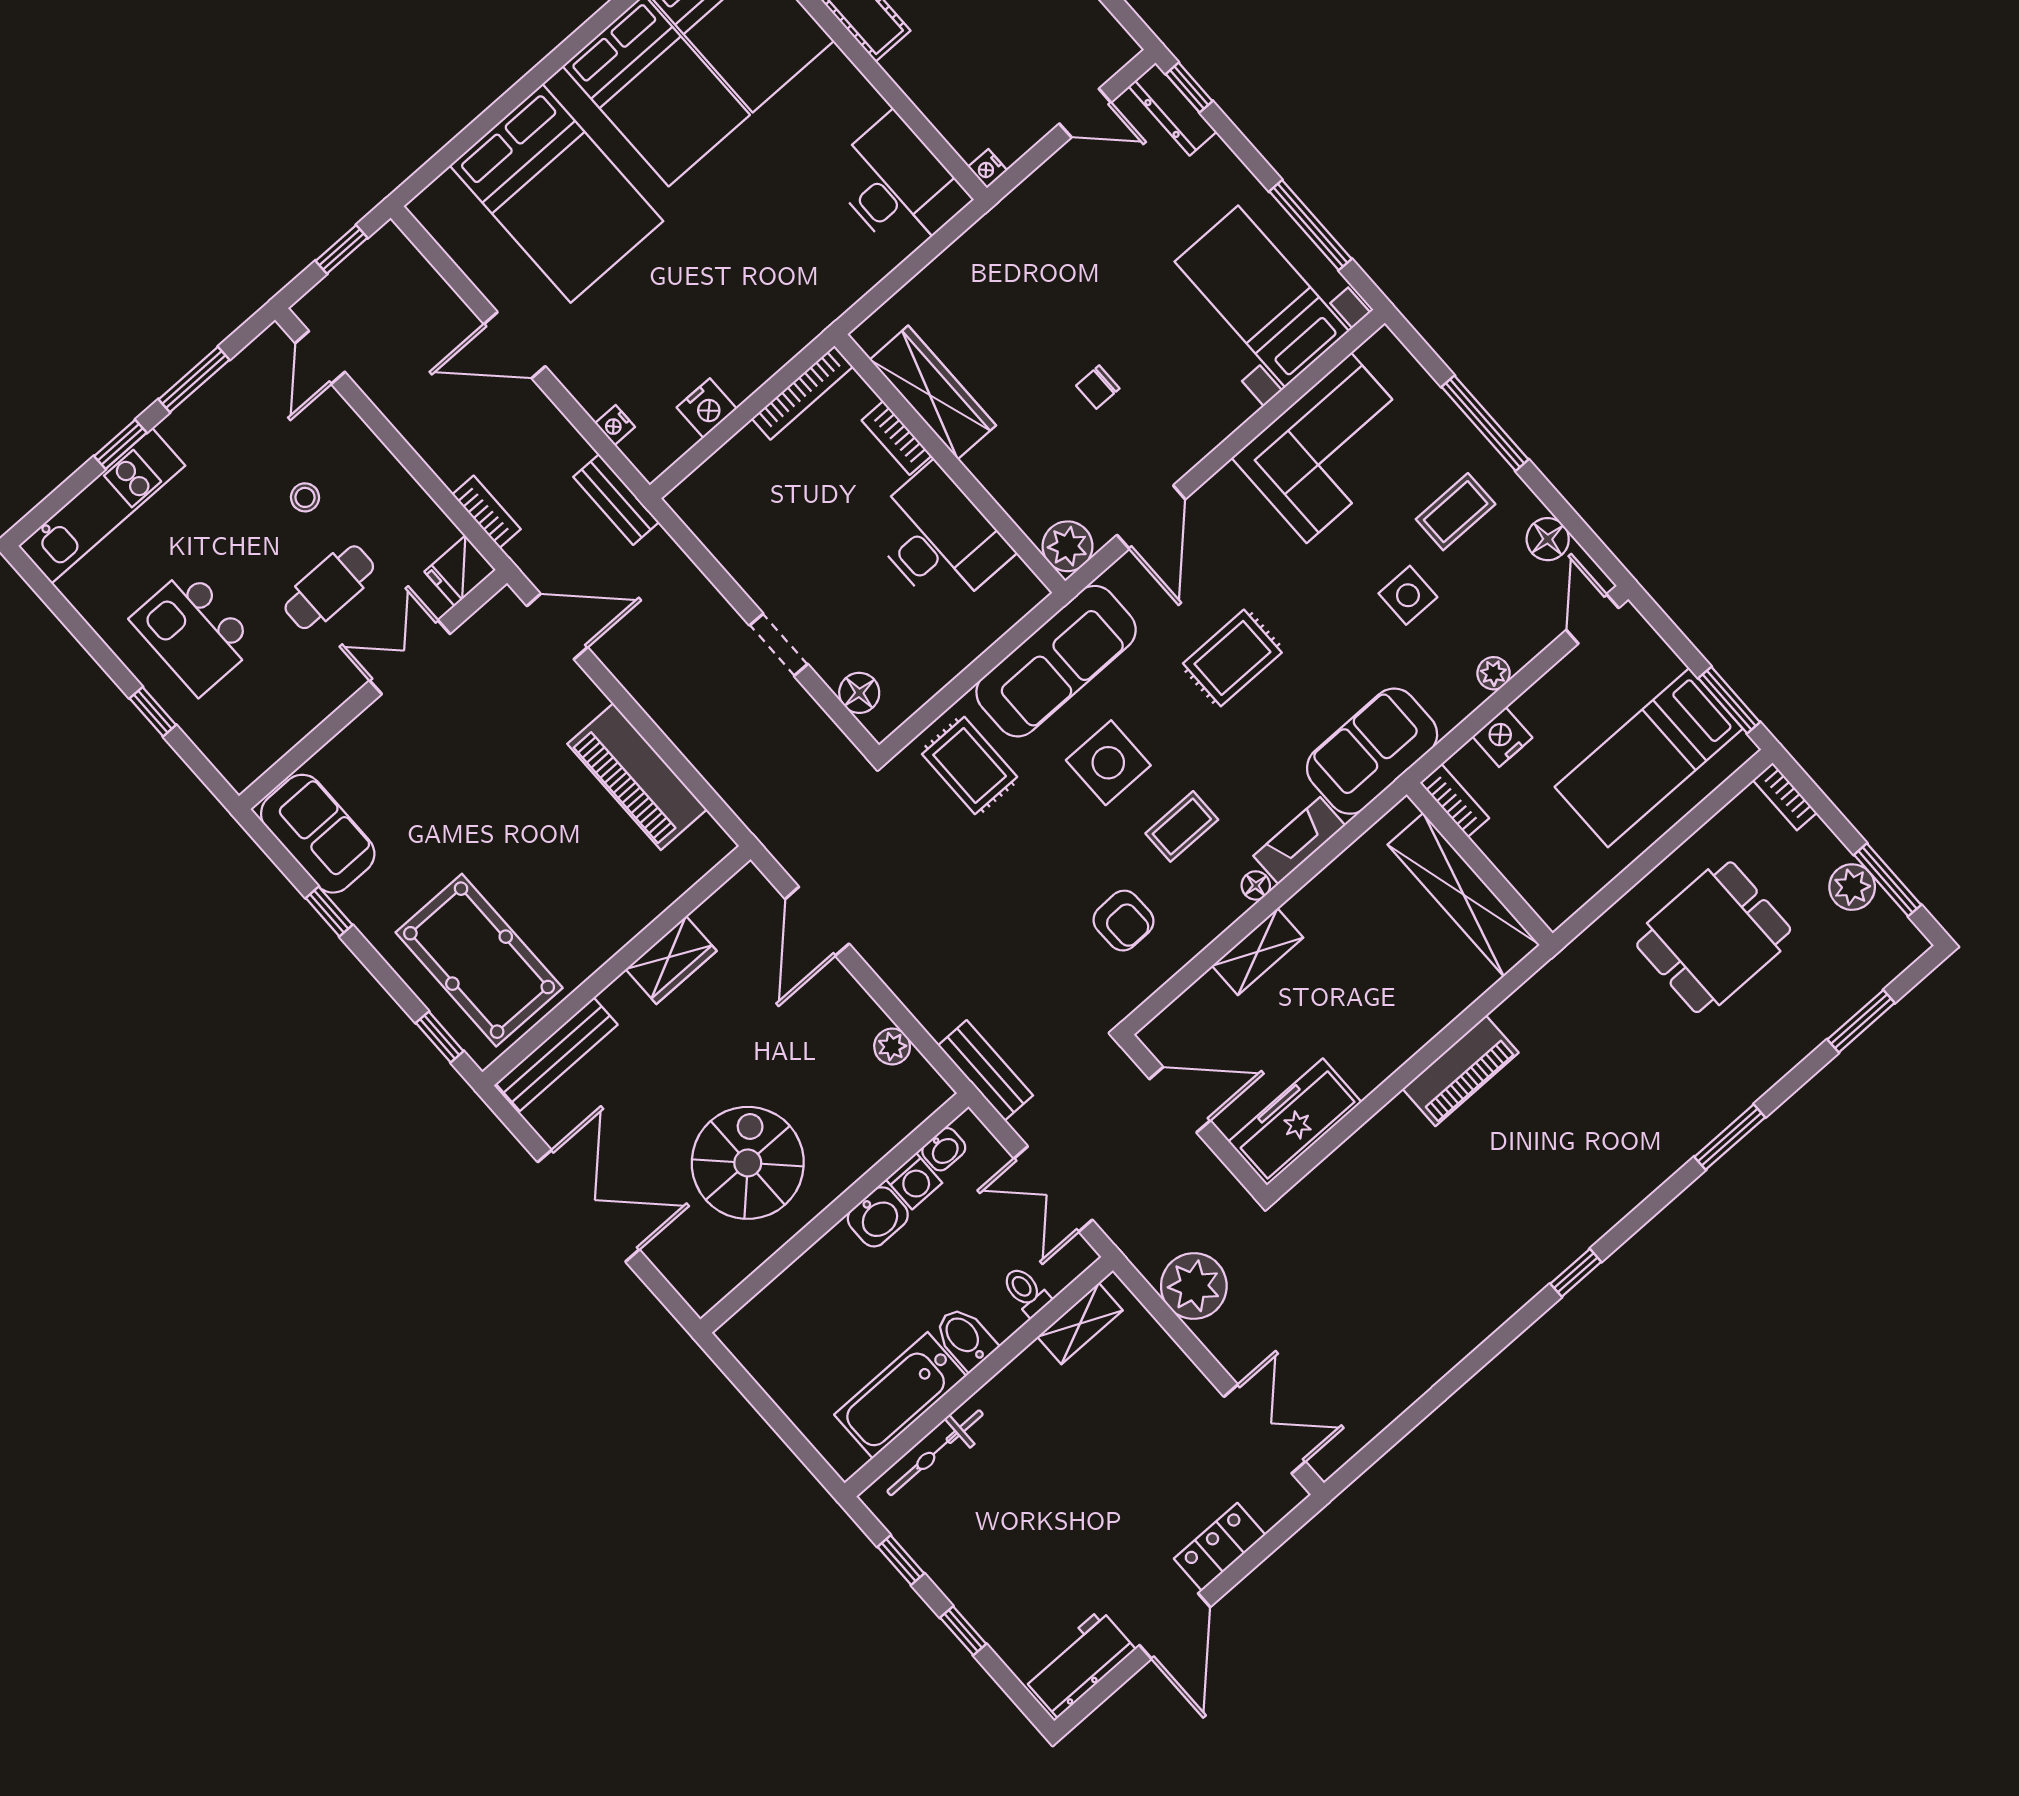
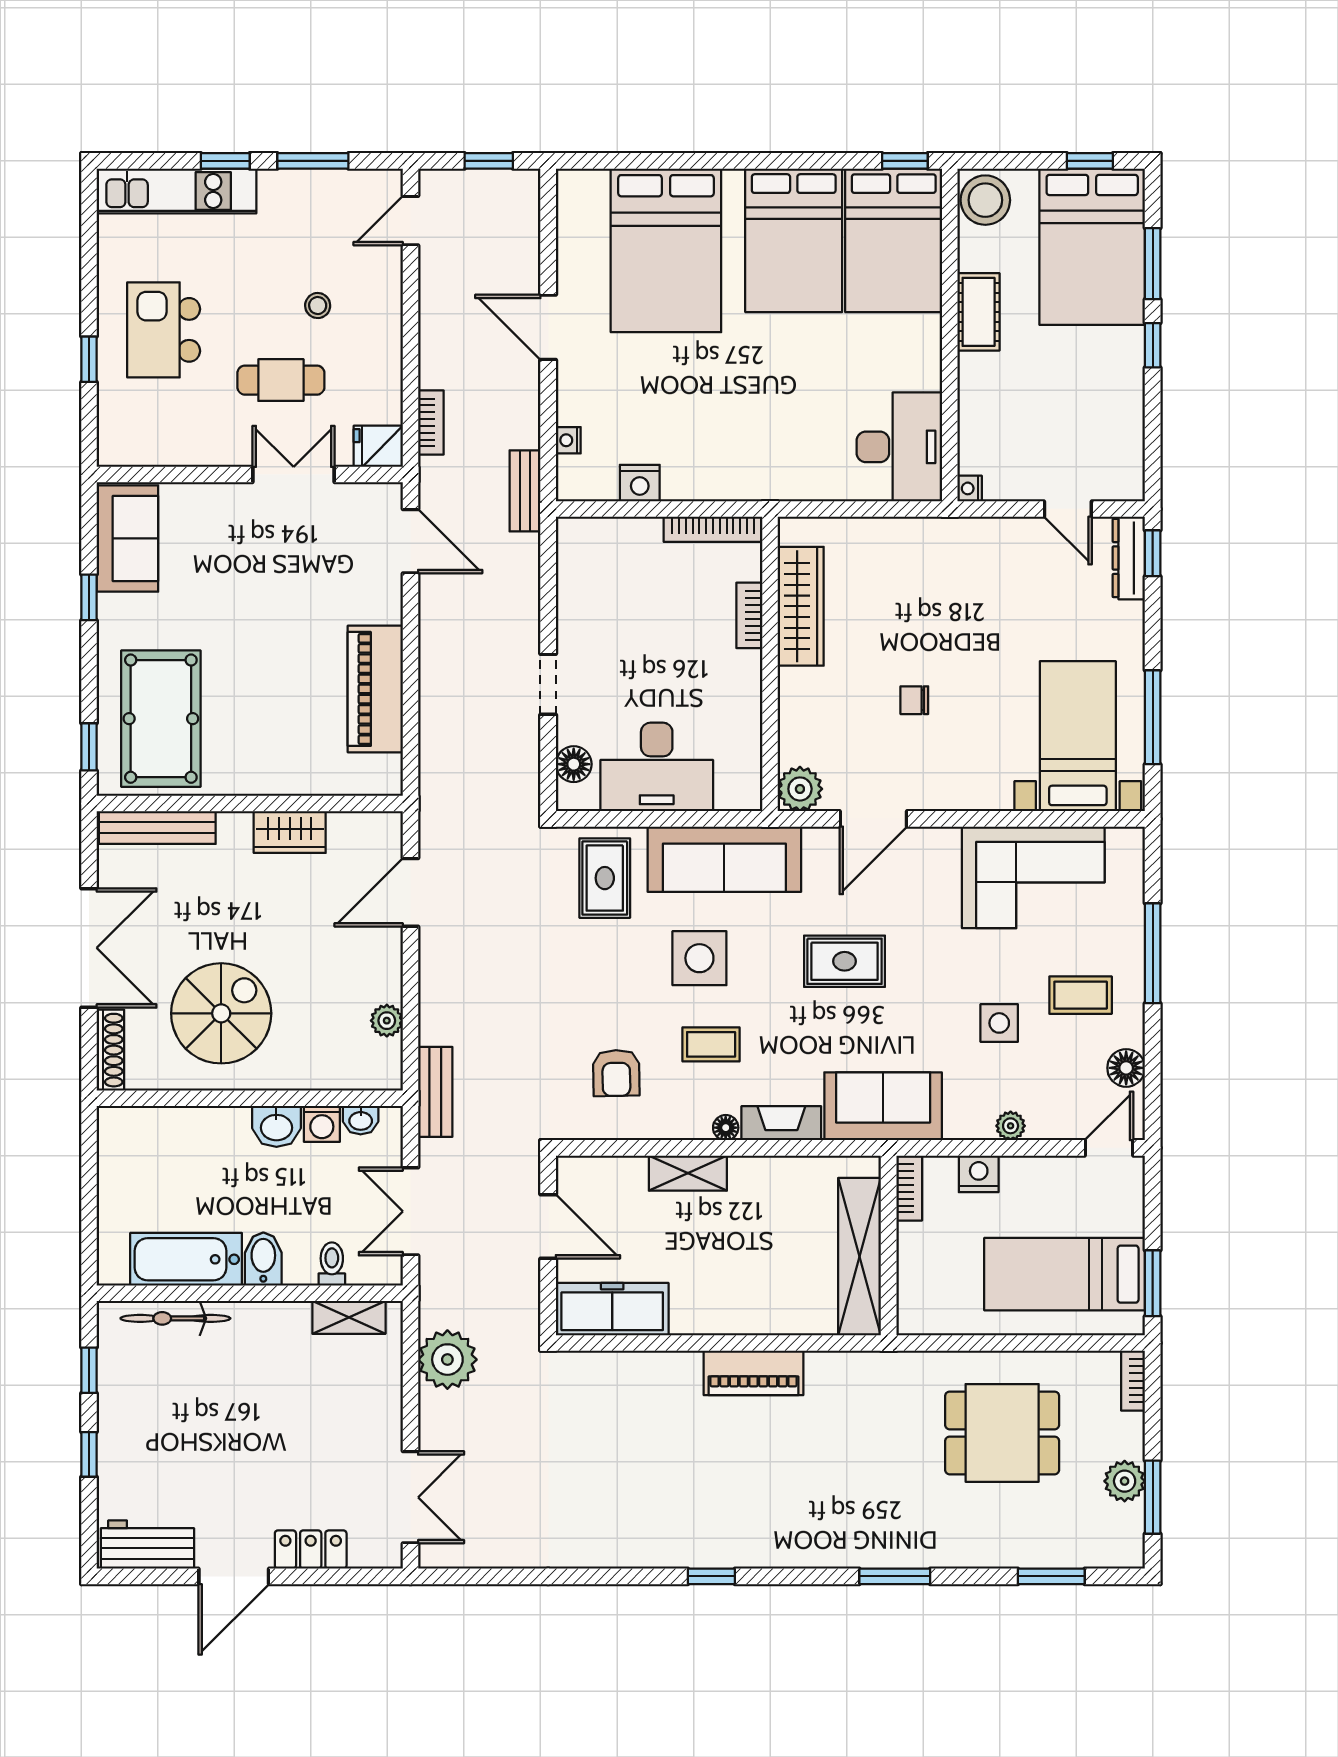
desk: (938, 538) -> (657, 767), moved, turned 90
shoe rack: (682, 1276) -> (110, 1050), added

